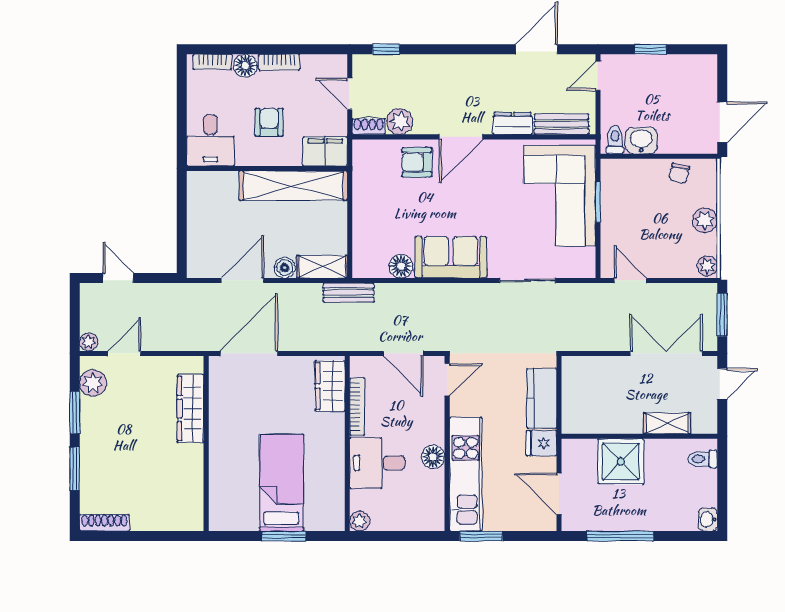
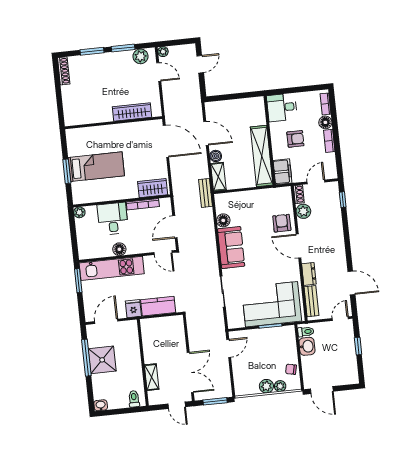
door: (598, 76) -> (340, 319), hinge flipped
plant: (707, 266) -> (280, 386), moved
shower: (621, 461) -> (102, 360), moved

